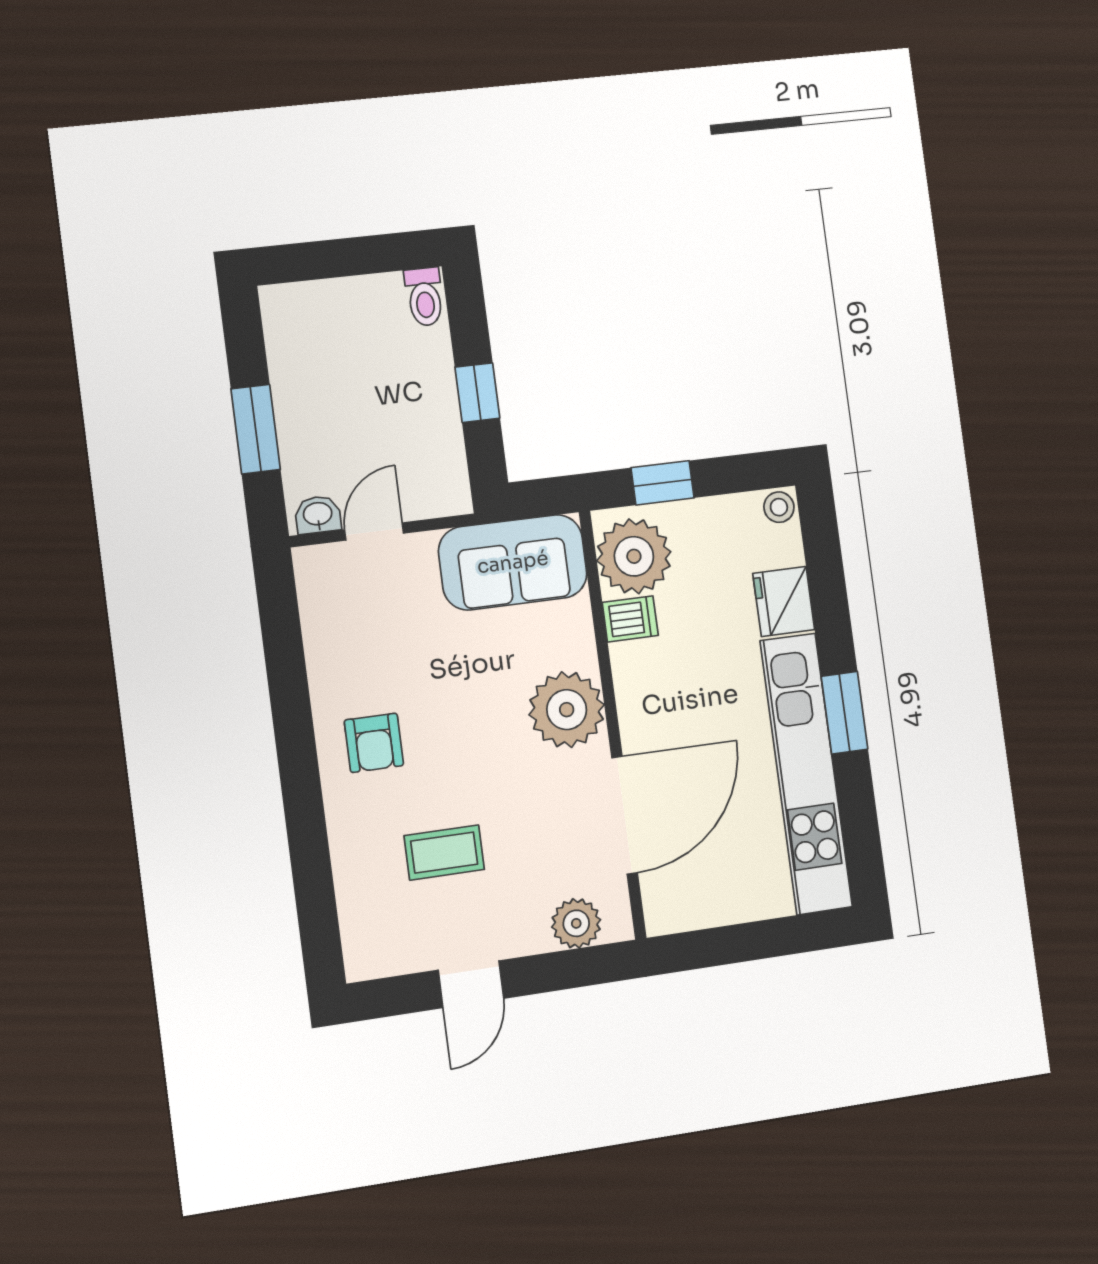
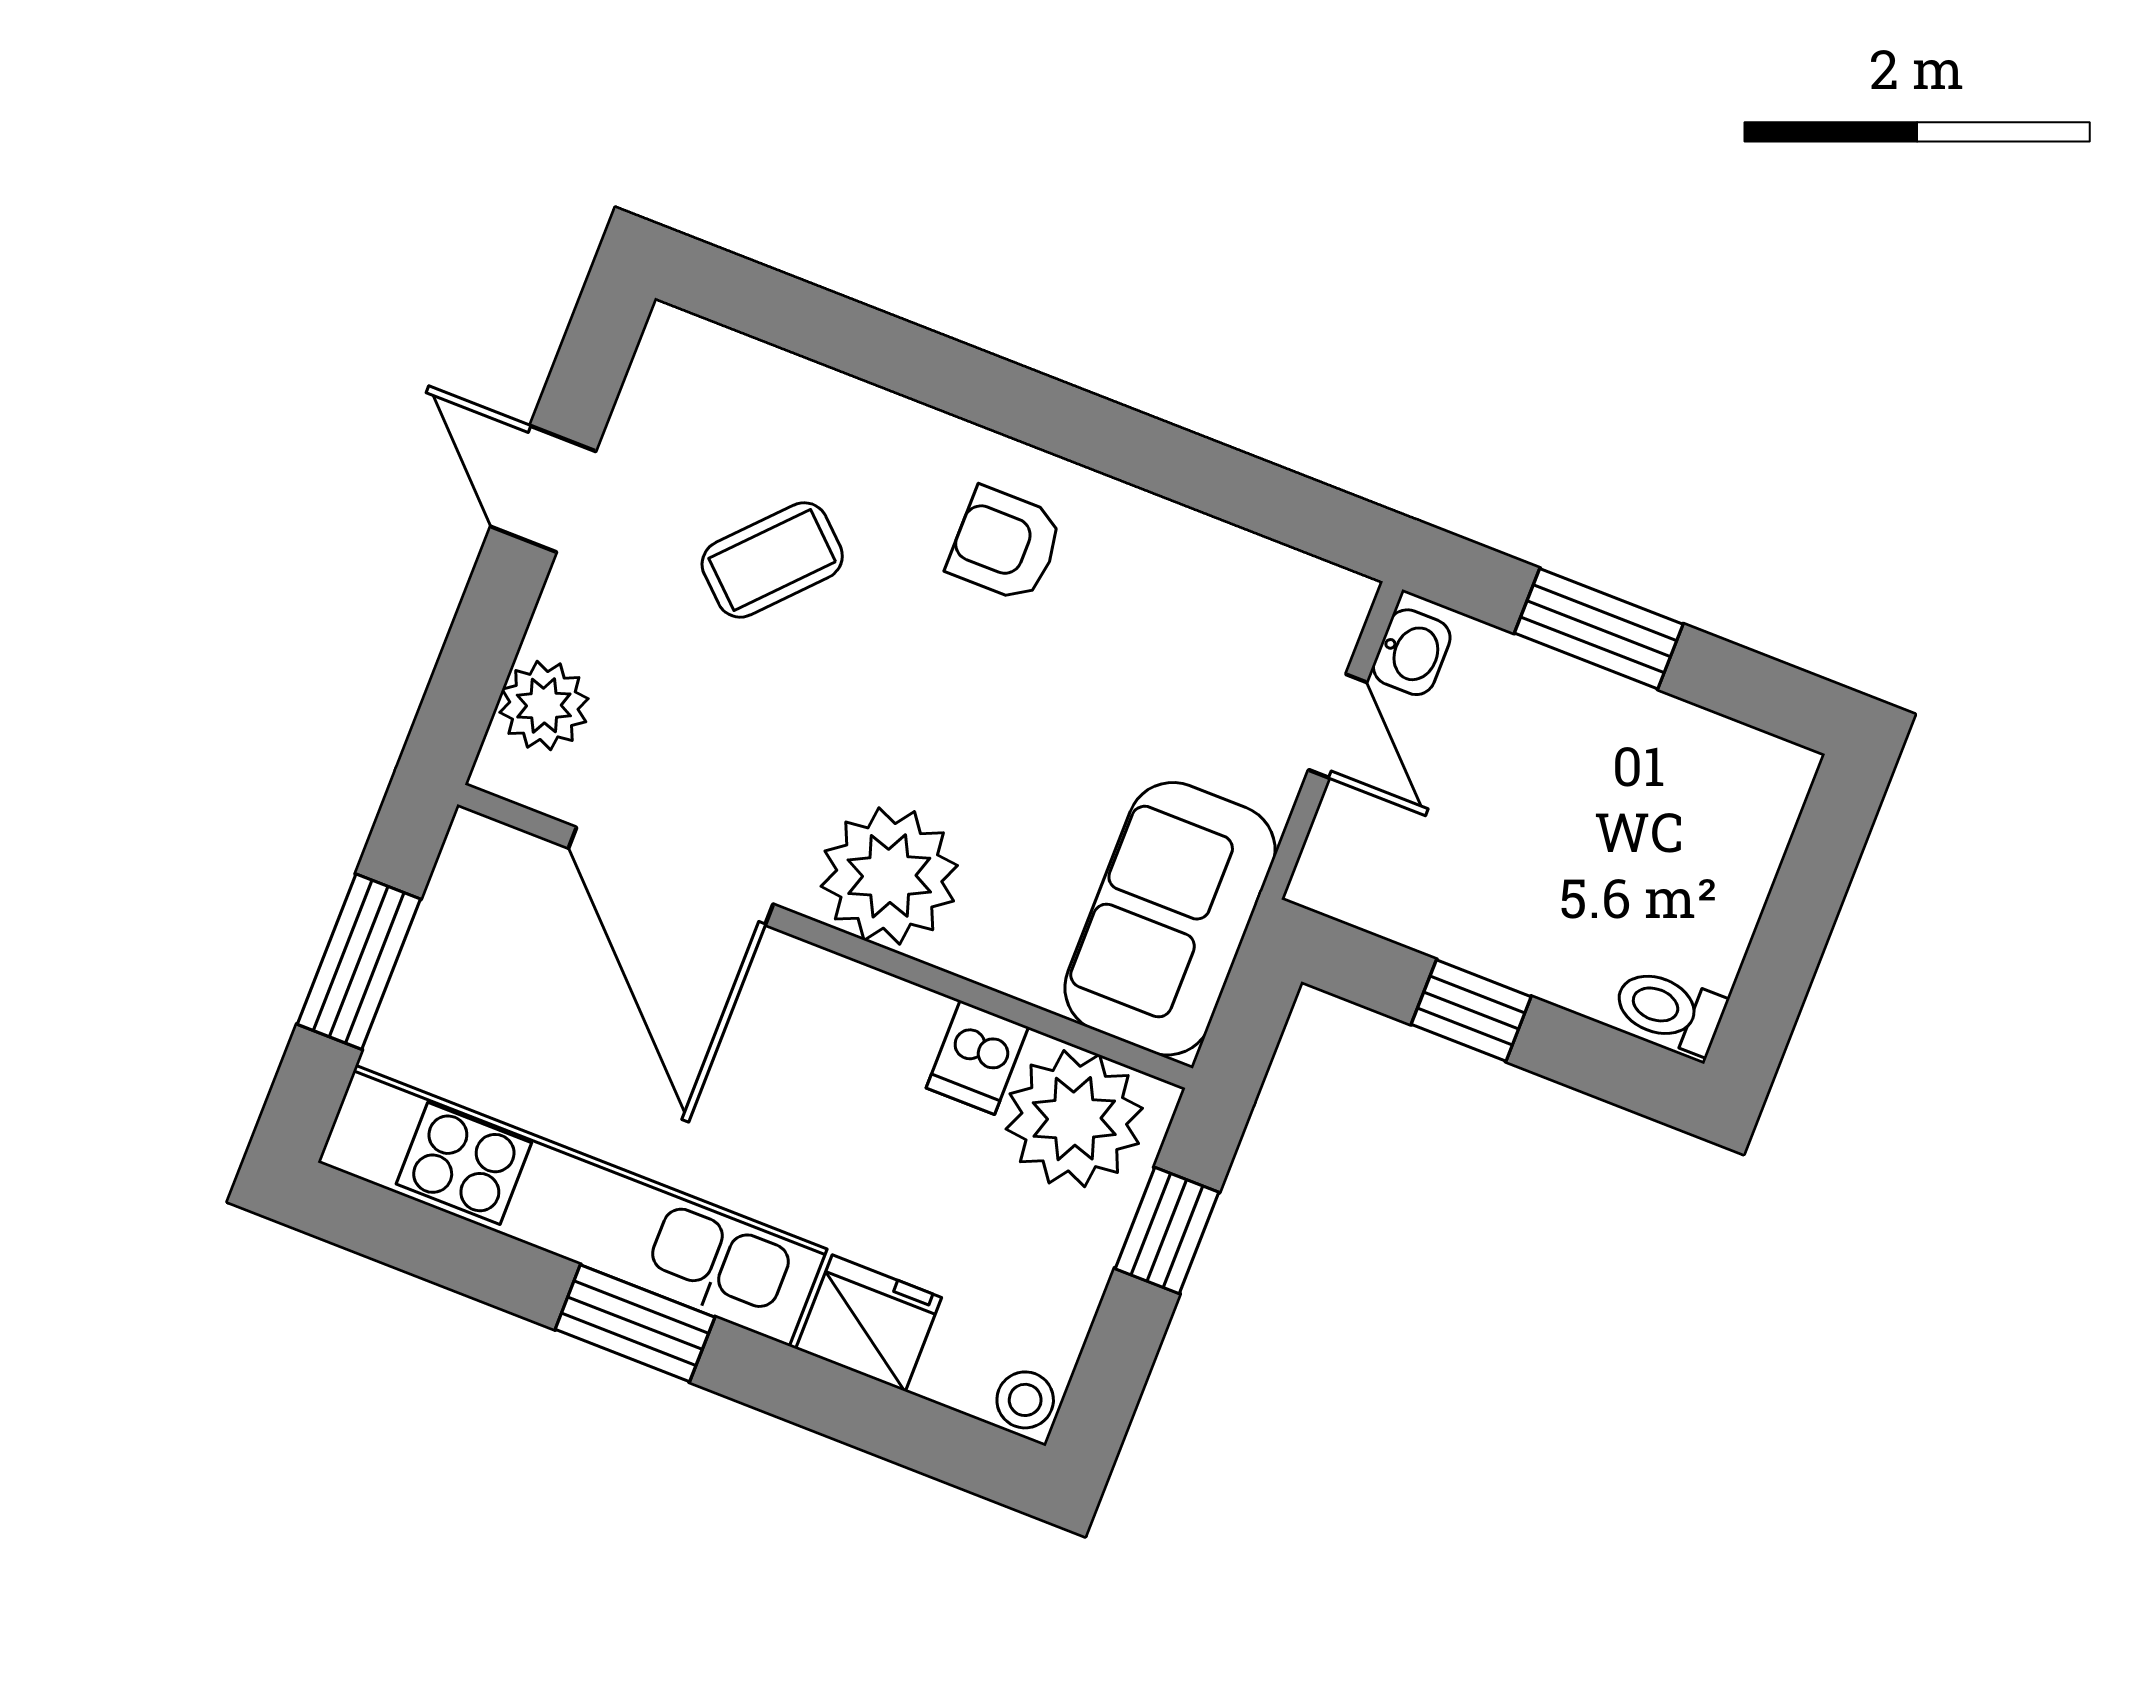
coffee table: (444, 853) -> (772, 560), turned 43
window: (747, 942) -> (359, 962), added

